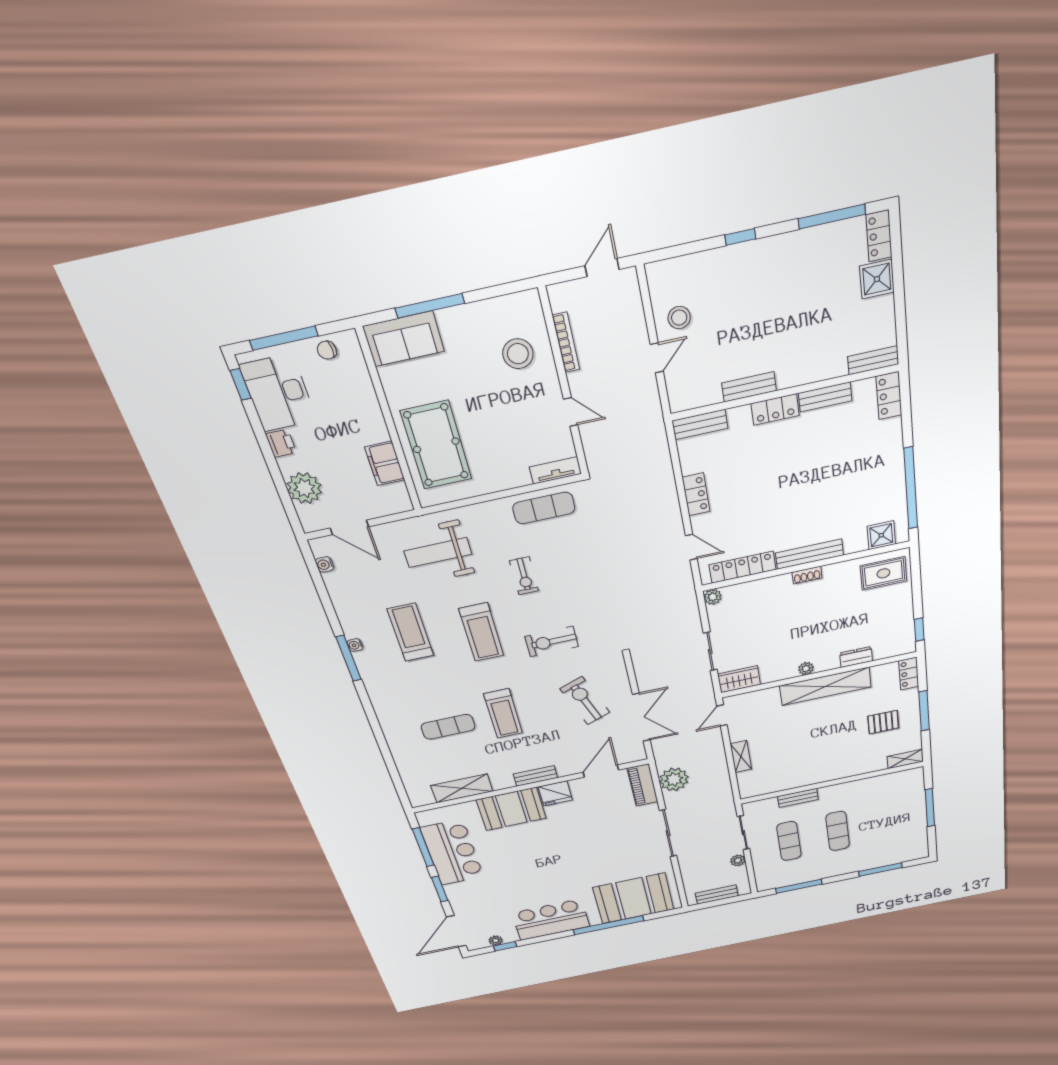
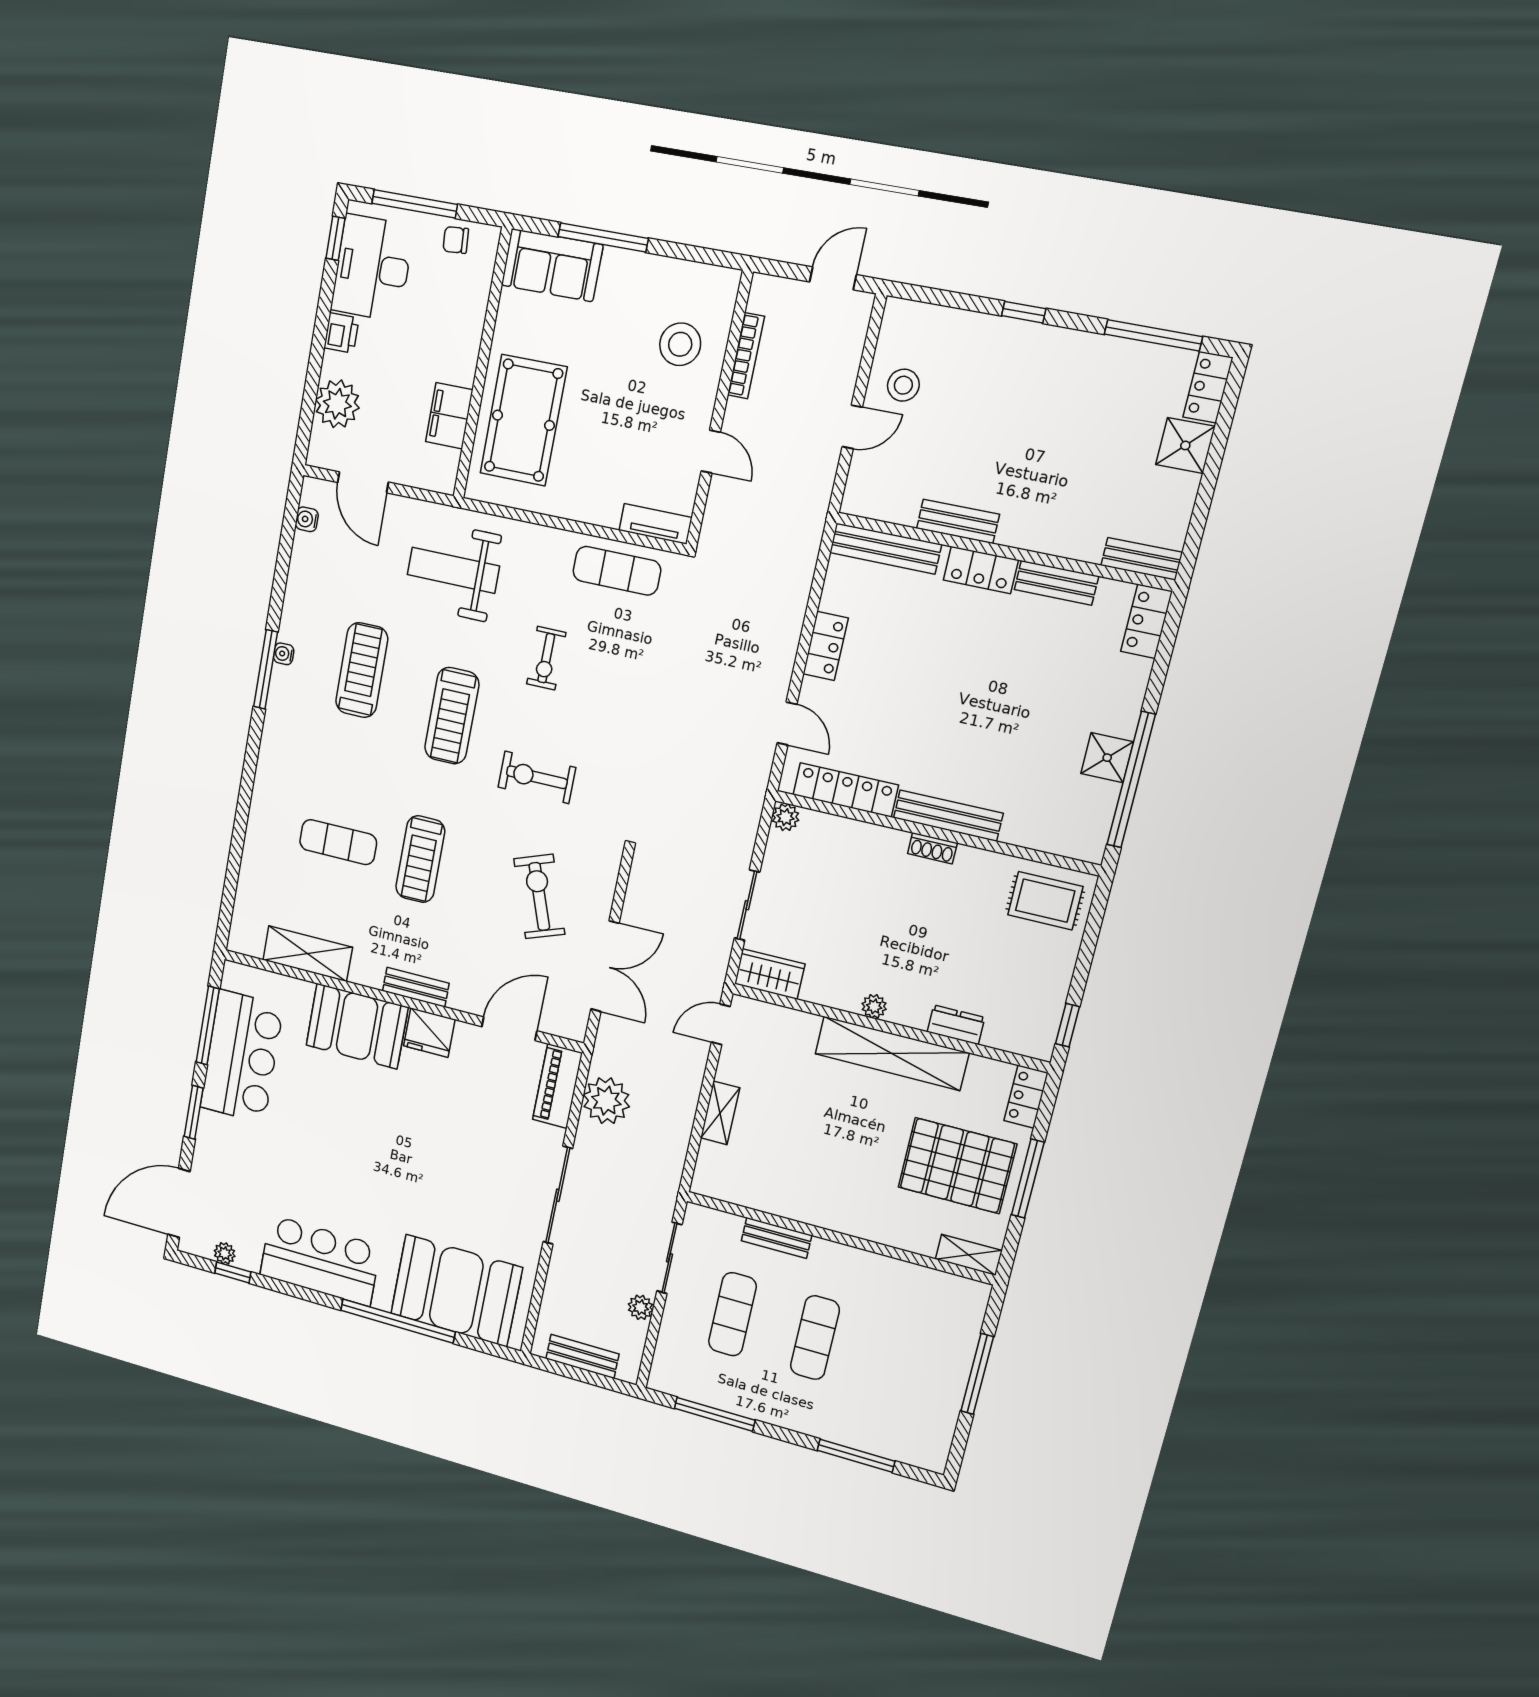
bench: (700, 424) -> (885, 549), width x1.36
shower: (881, 535) -> (1107, 758), moved
pallet: (883, 722) -> (957, 1166), width x2.05, depth x2.00

